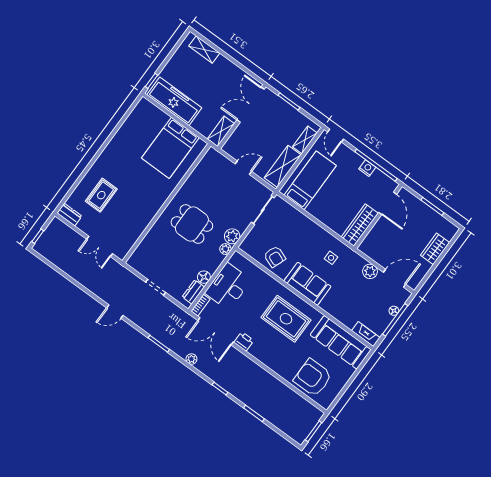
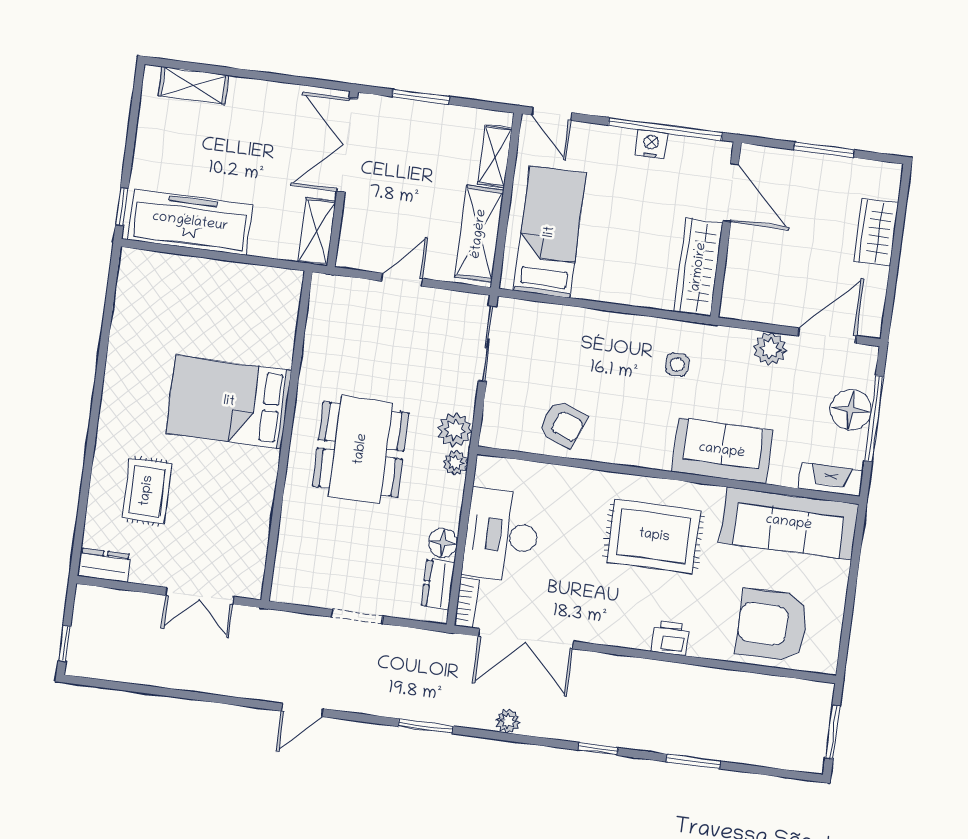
bed: (170, 148) -> (229, 402), moved, turned 90
dining table: (192, 224) -> (361, 449), width x1.38
sofa: (307, 284) -> (722, 451), moved
floor lamp: (394, 311) -> (851, 410), width x1.89, depth x1.89
printer: (244, 341) -> (670, 638), moved

